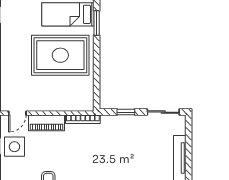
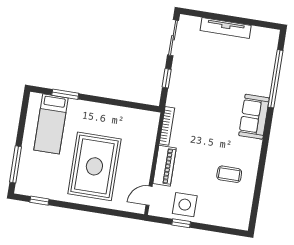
rug: (60, 55) -> (94, 166), moved
door: (17, 113) -> (149, 196), swing flipped

